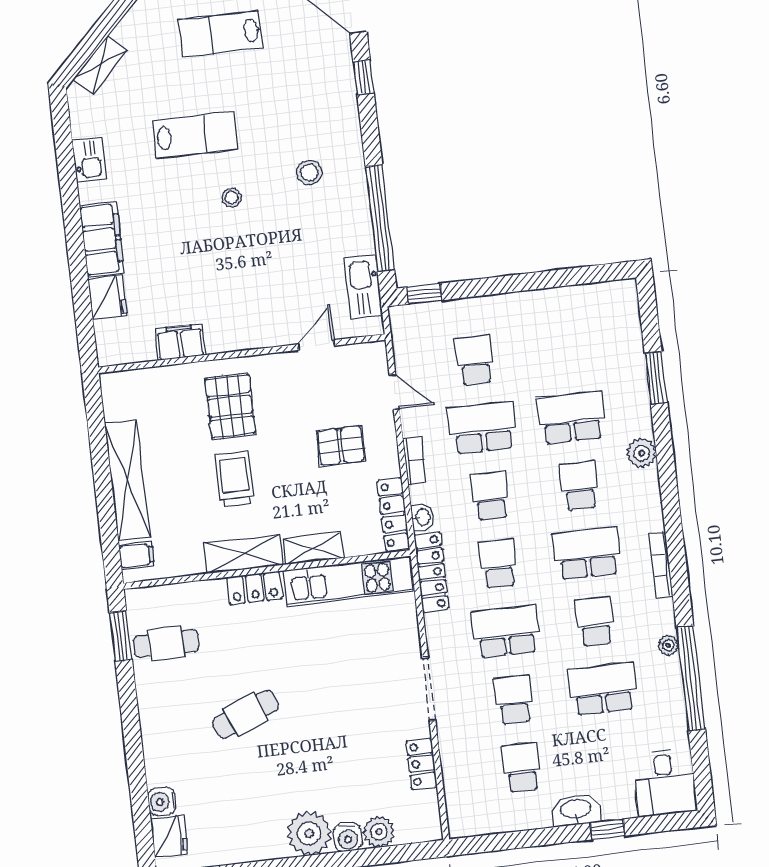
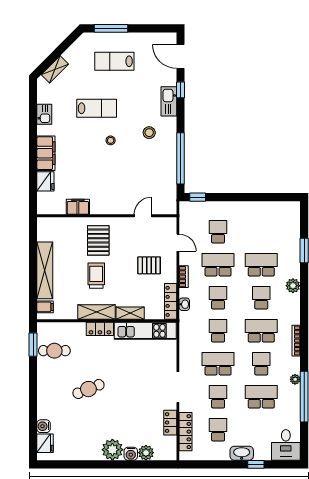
kitchen sink: (363, 287) -> (169, 101), moved
locker: (431, 572) -> (186, 432), moved

